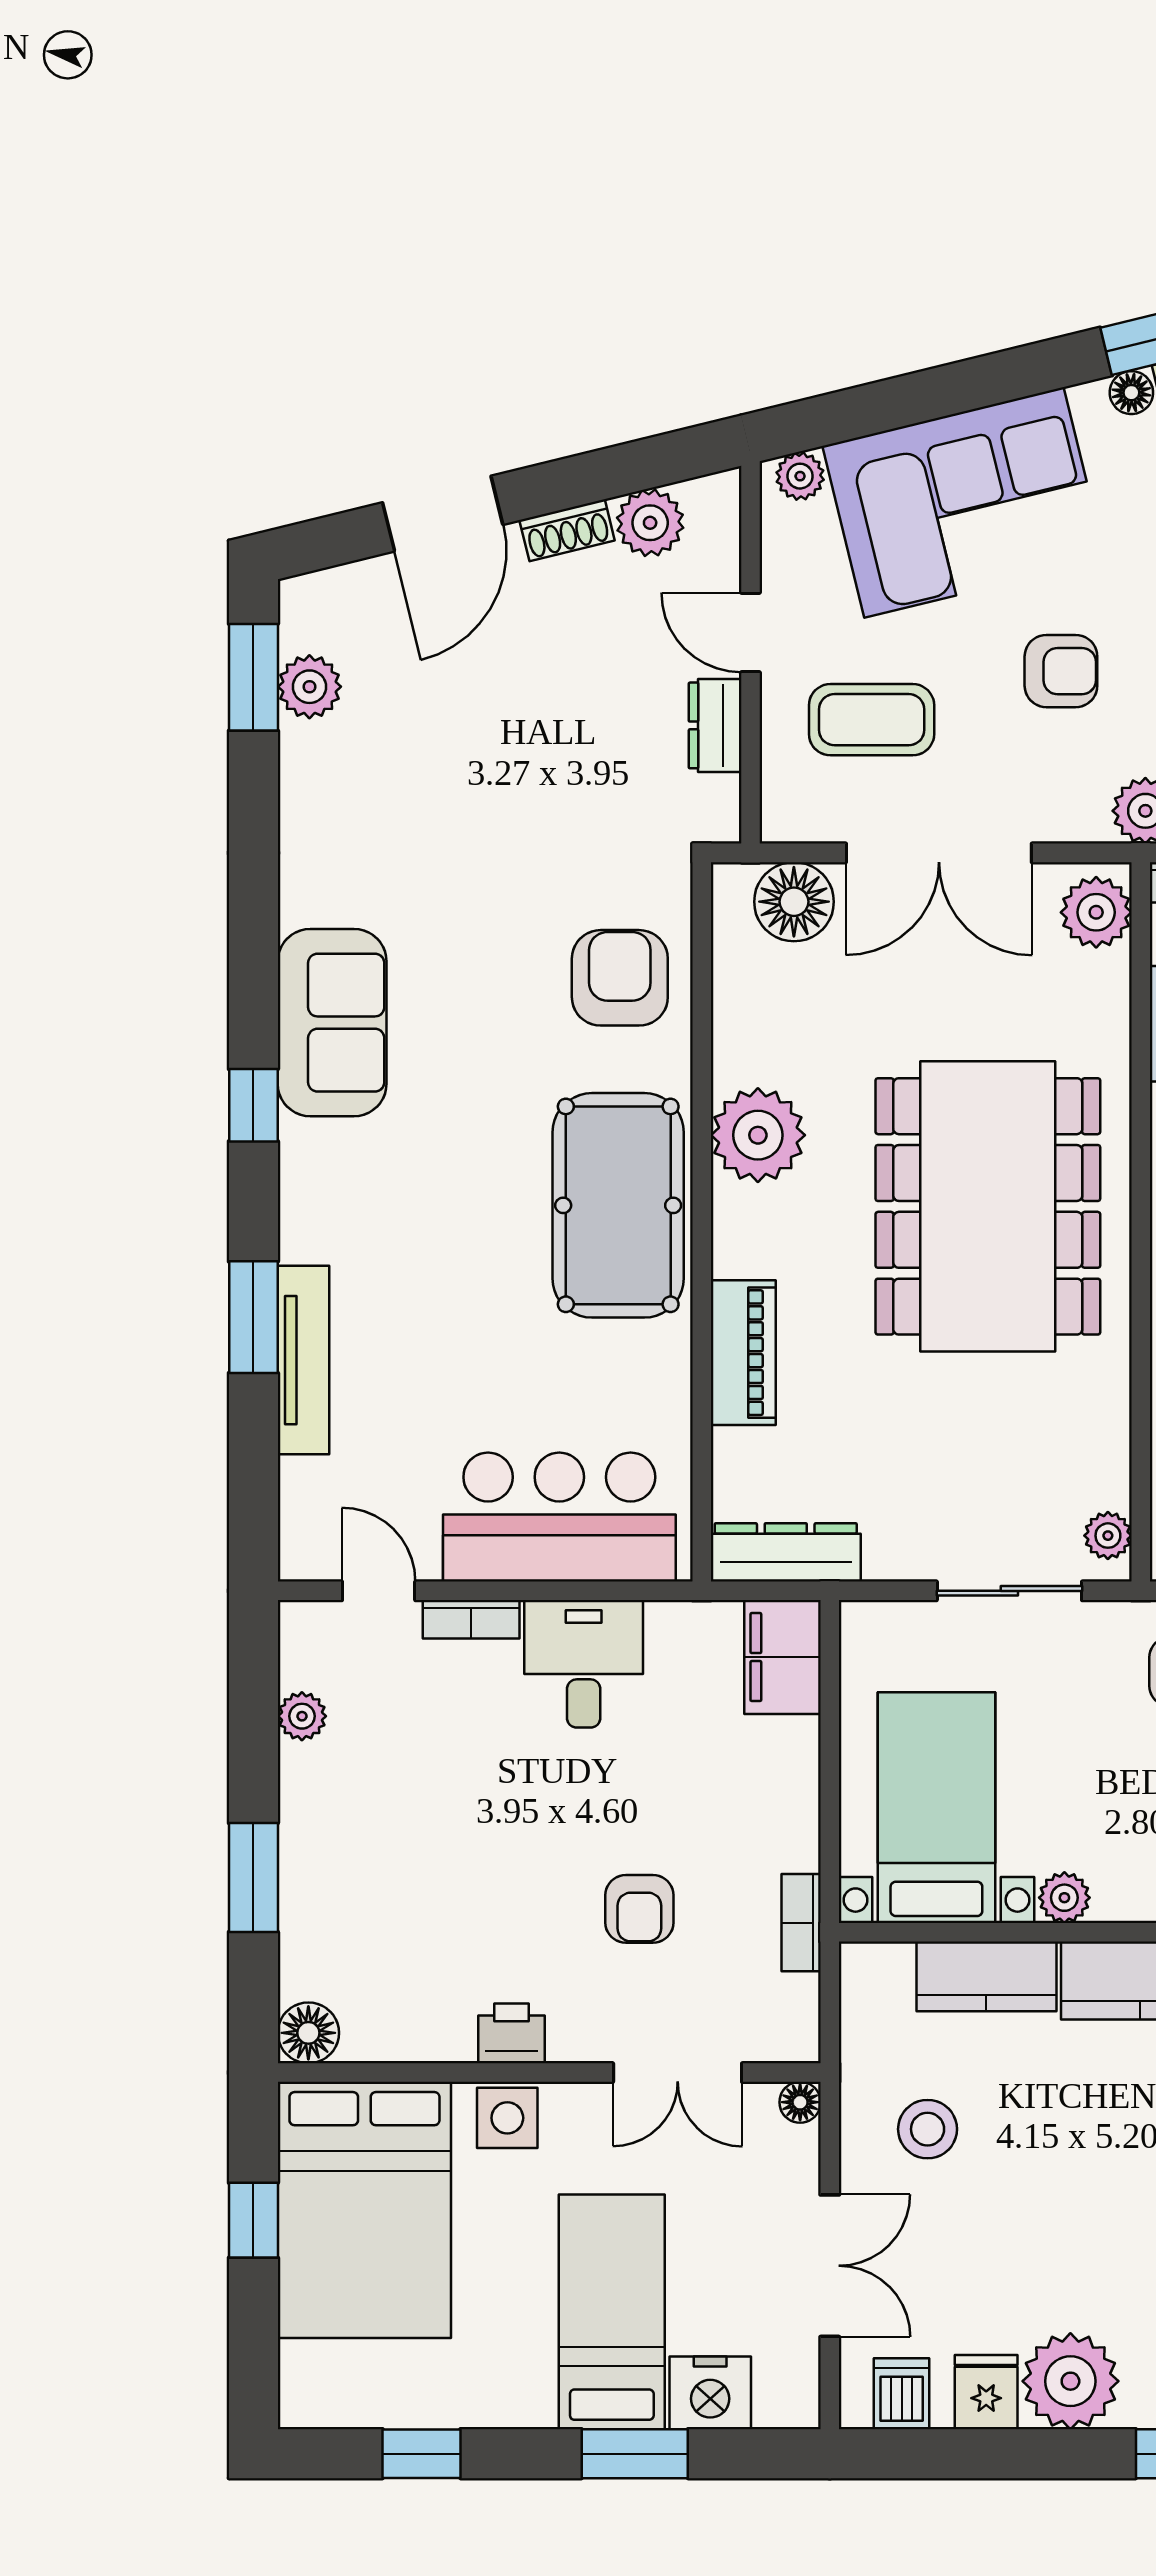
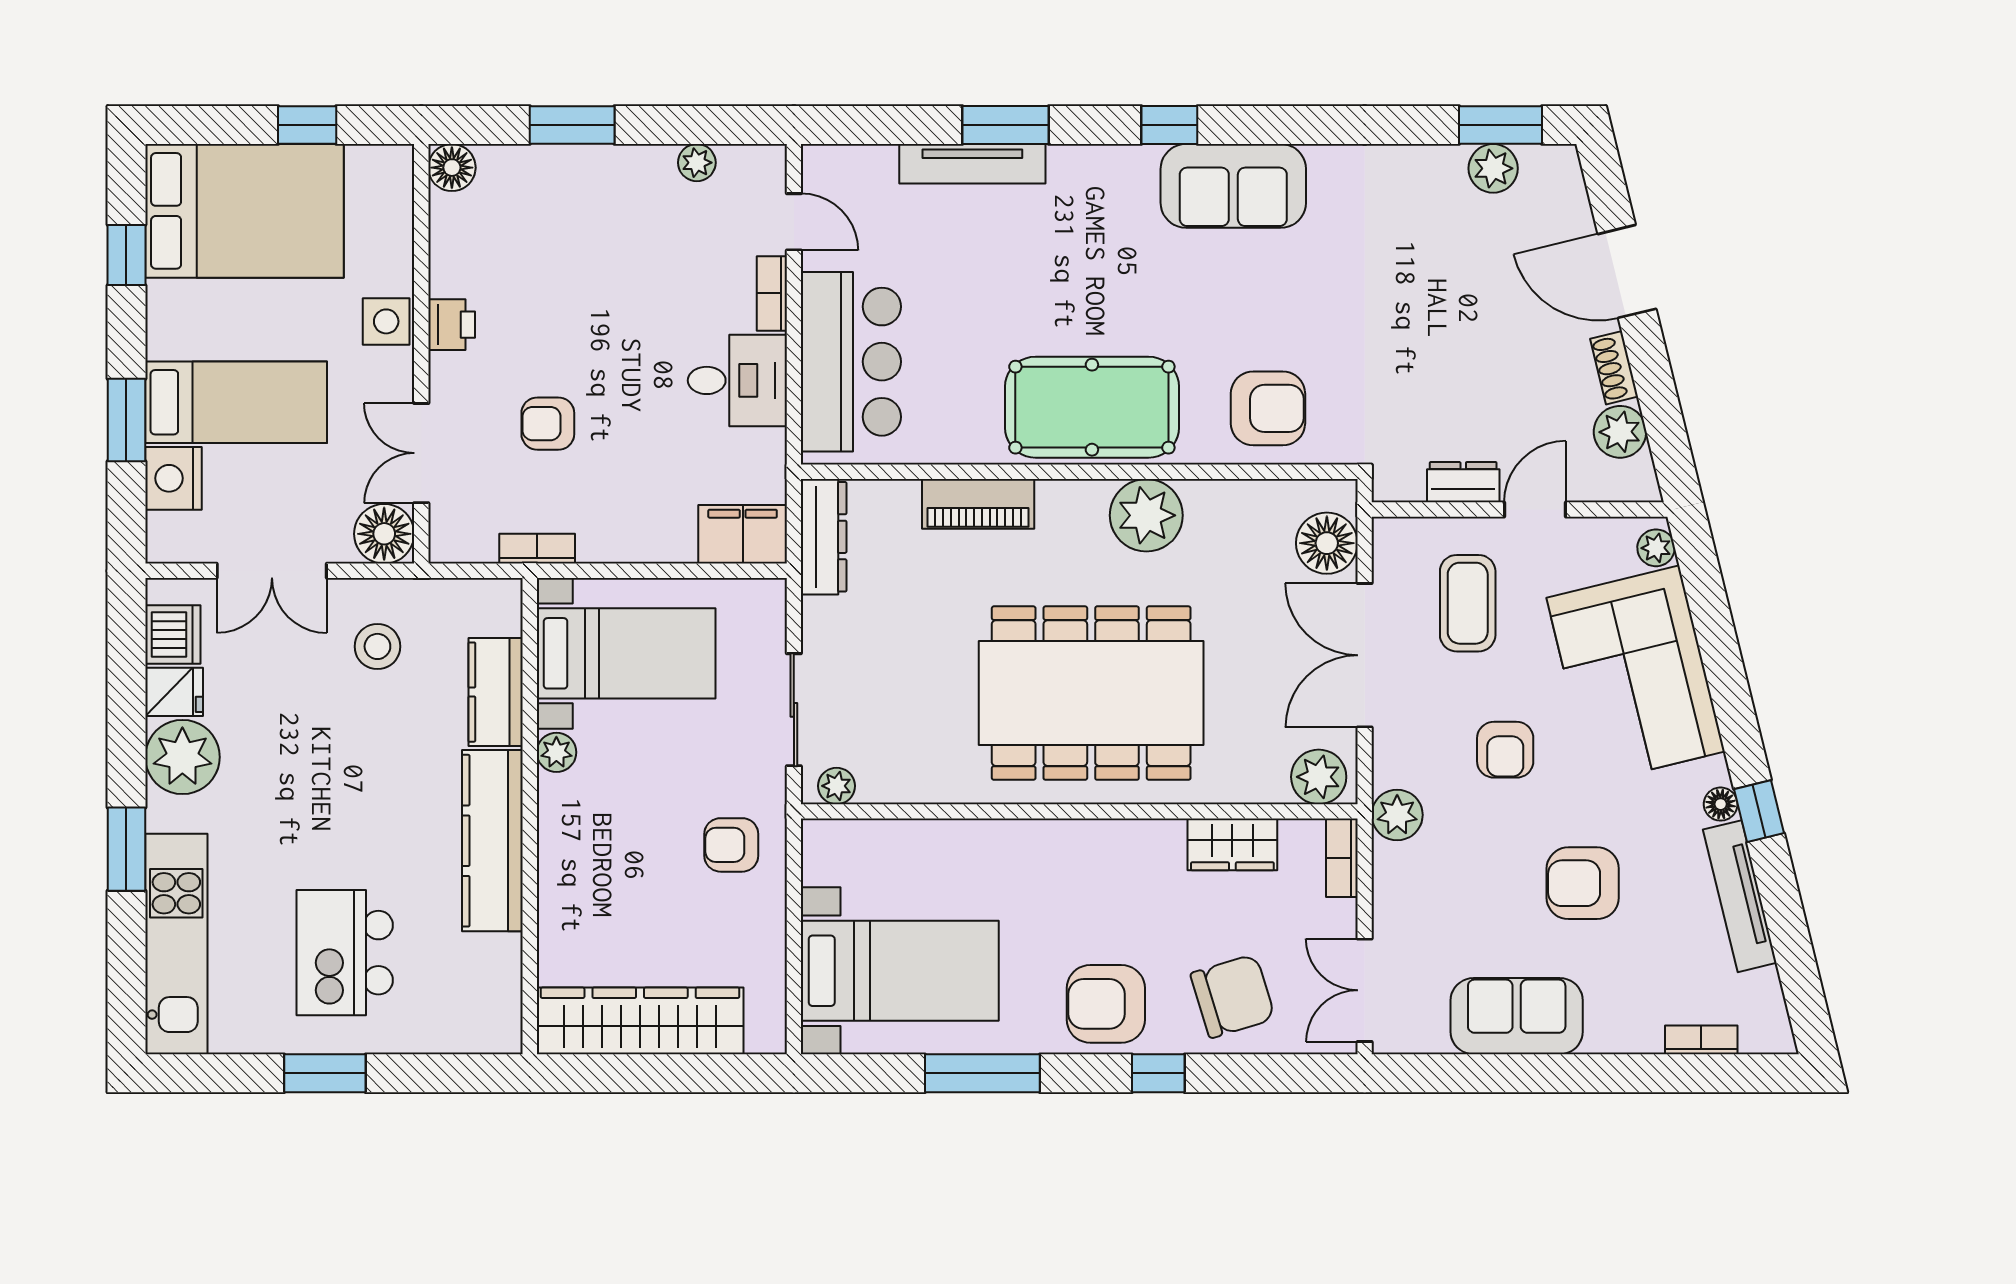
door: (379, 1591) -> (794, 222), hinge flipped
floor lamp: (800, 2102) -> (384, 534), width x1.89, depth x1.89
bed: (364, 2210) -> (244, 211), moved, turned 180
dishwasher: (902, 2394) -> (173, 634), width x1.38

